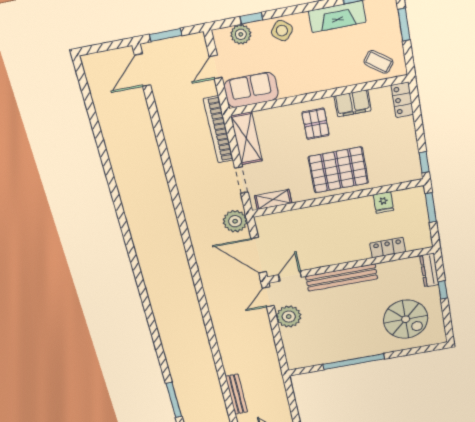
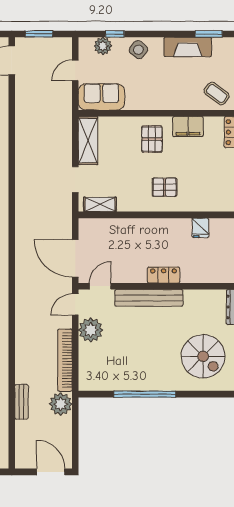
bookcase: (218, 130) -> (65, 360), moved
pallet: (338, 170) -> (165, 187), width x0.49, depth x0.50
plant: (235, 221) -> (61, 404), moved
locker: (388, 248) -> (164, 275), moved
bench: (236, 394) -> (22, 402), width x0.73

